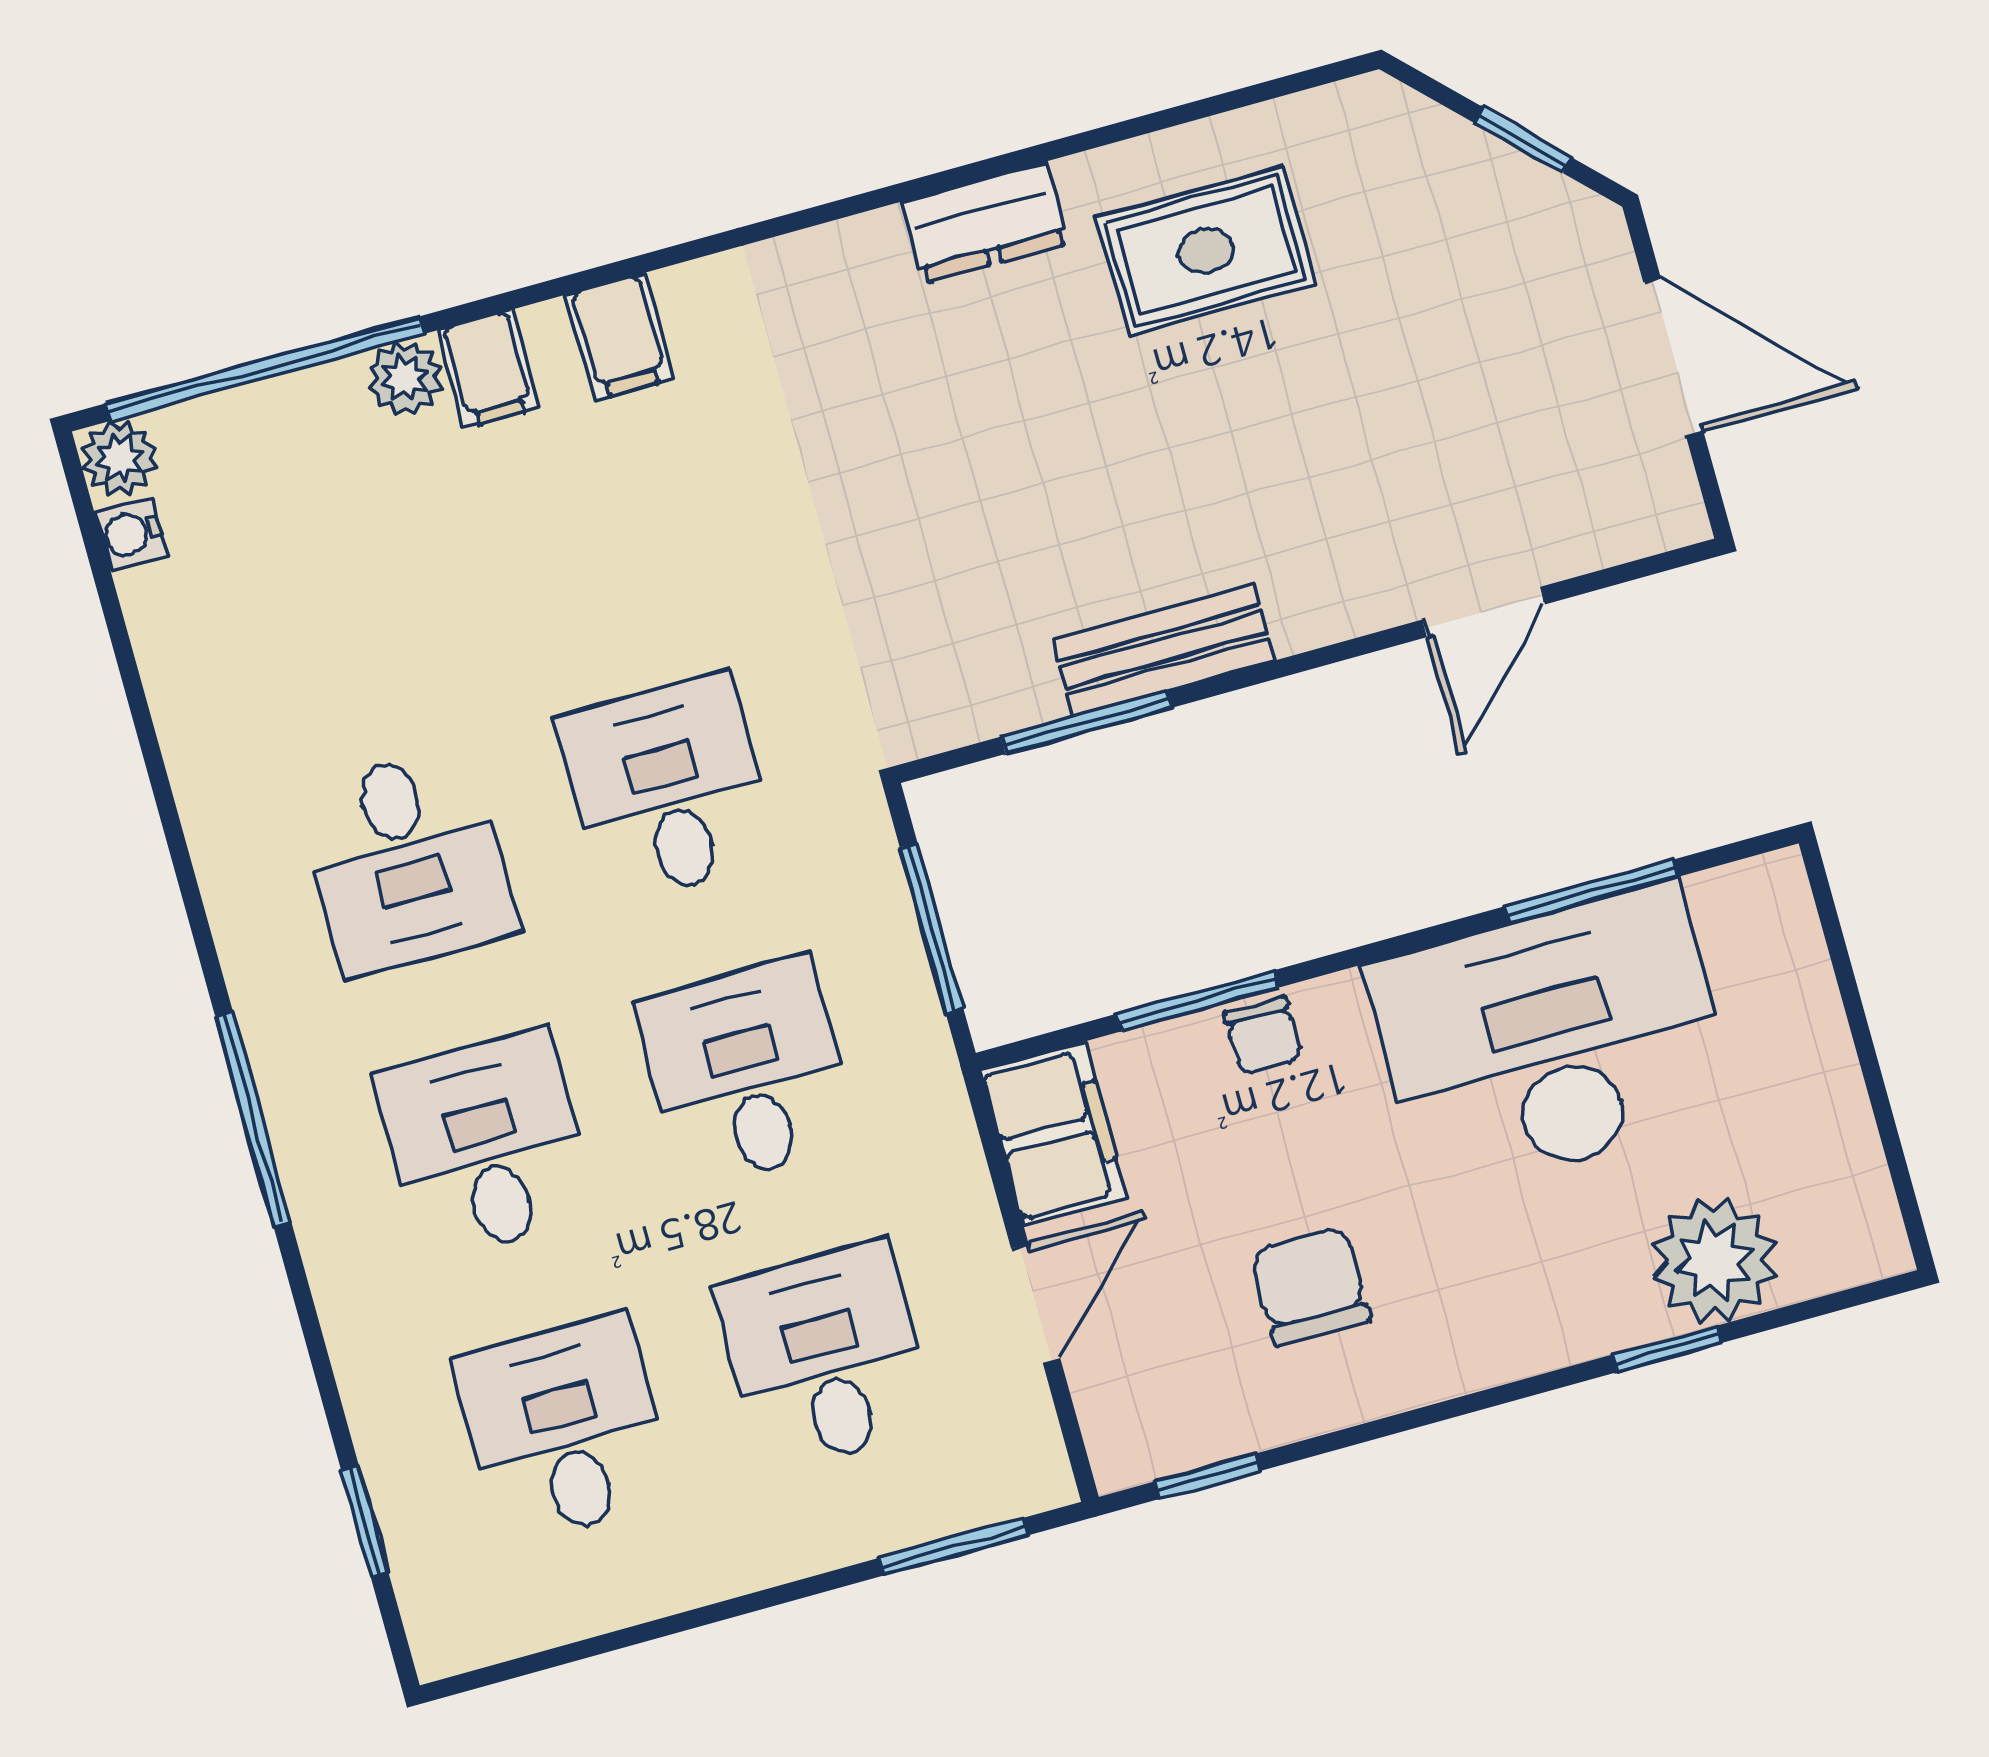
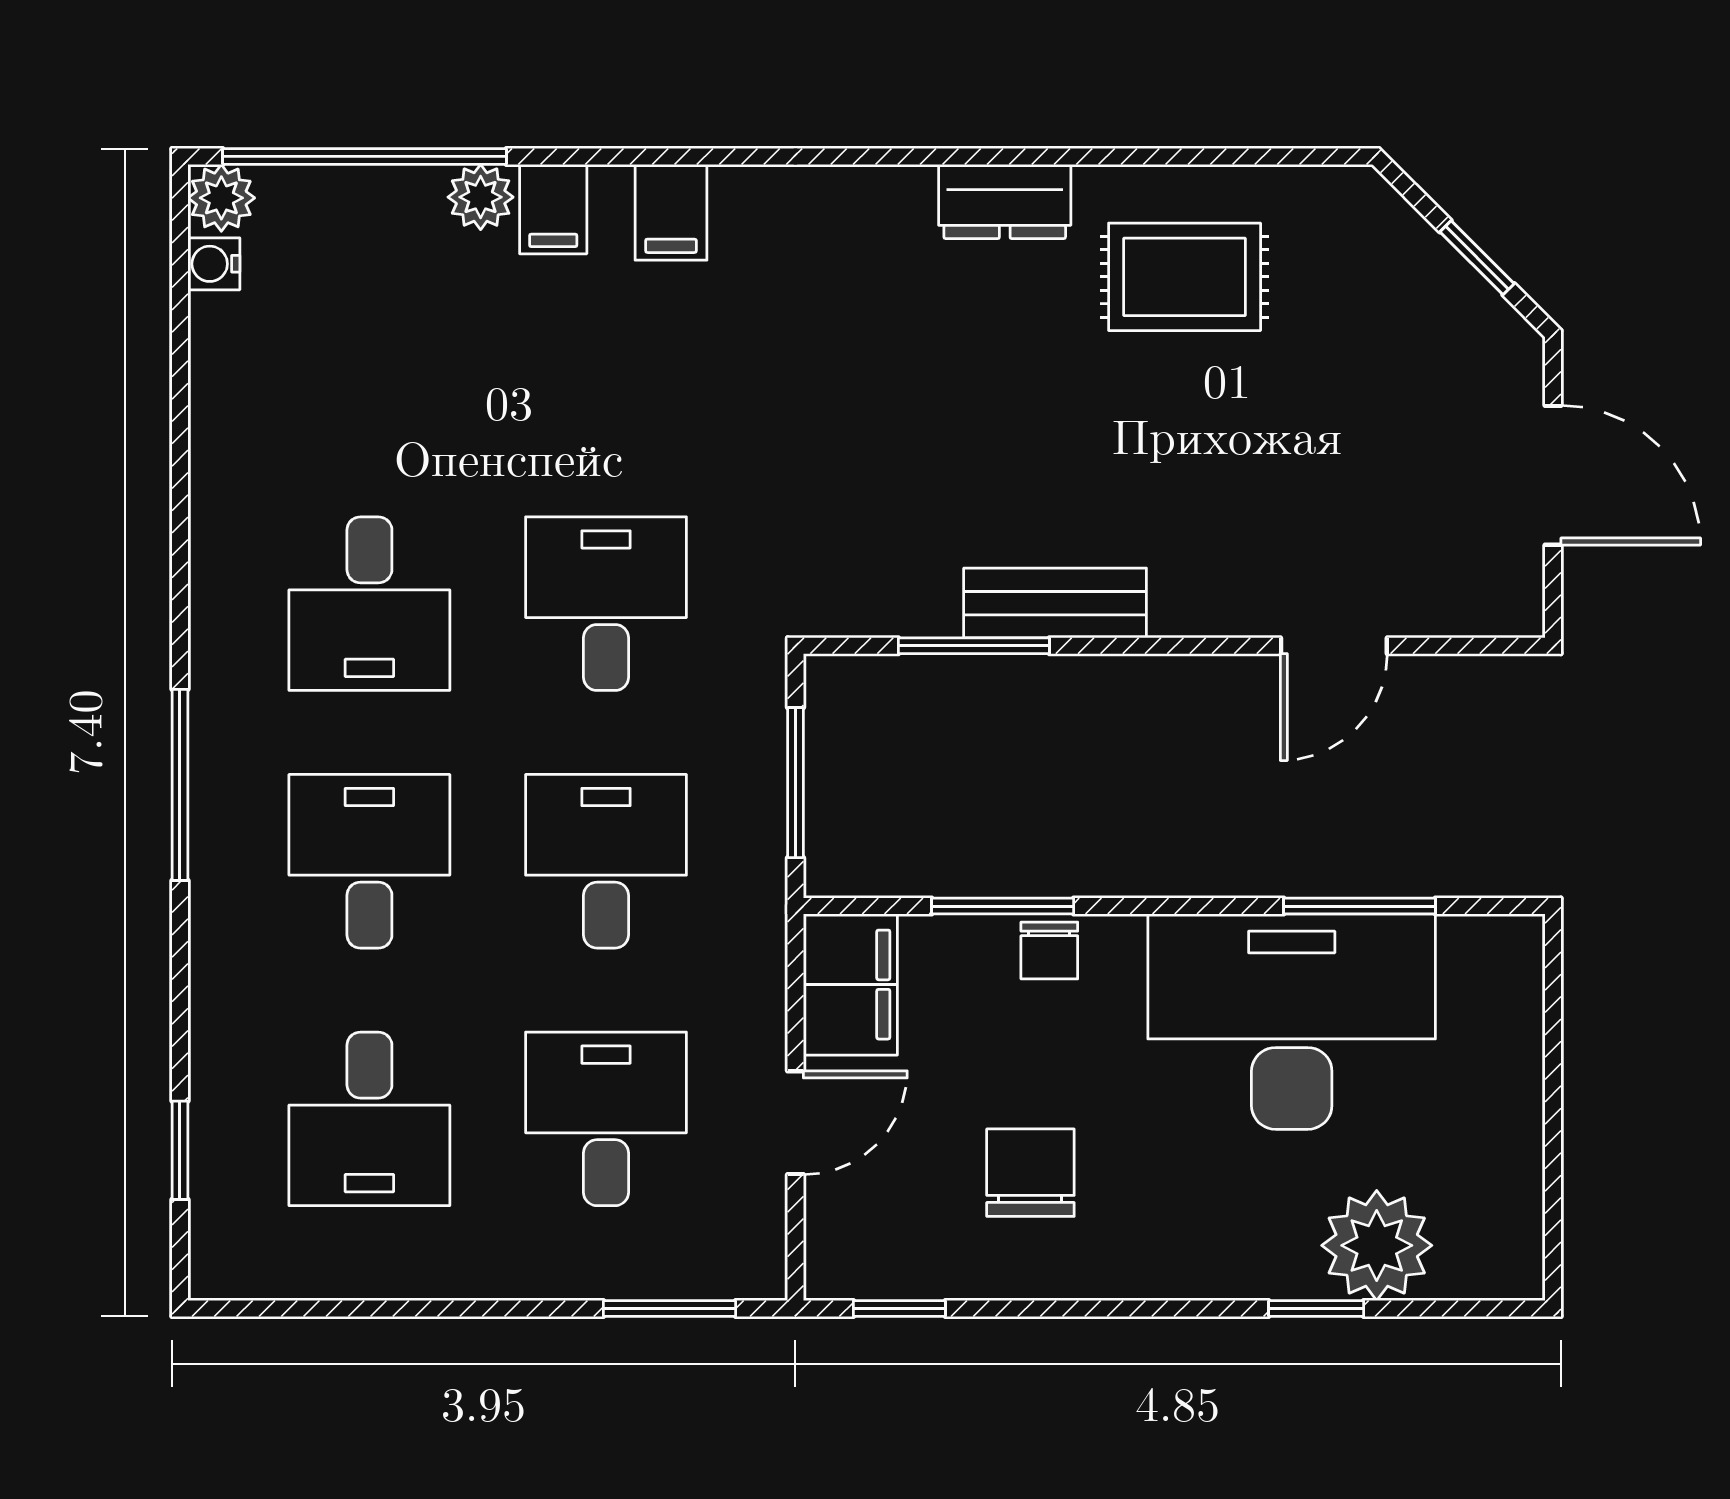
desk: (564, 1429) -> (369, 1119), turned 180

